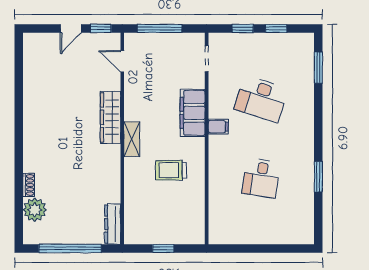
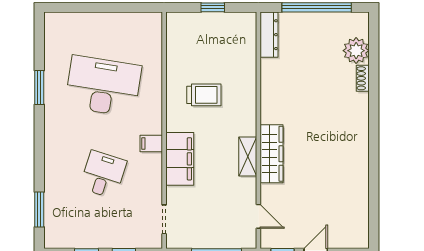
desk: (261, 99) -> (103, 174), width x0.73
shelving: (132, 139) -> (248, 156), moved
desk: (261, 178) -> (103, 86), width x1.87, depth x1.30

